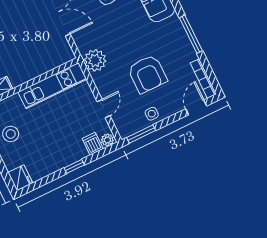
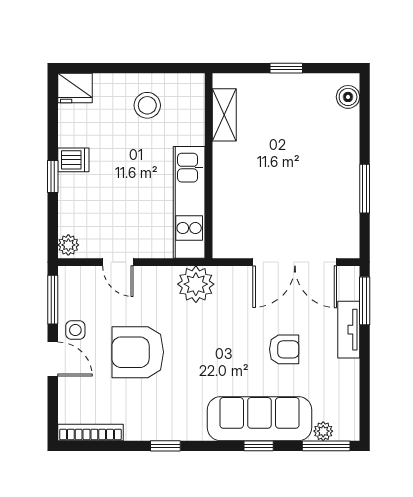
window: (191, 34) -> (165, 446), width x0.46
door: (196, 107) -> (53, 359), moved
dishwasher: (93, 144) -> (73, 160), moved

